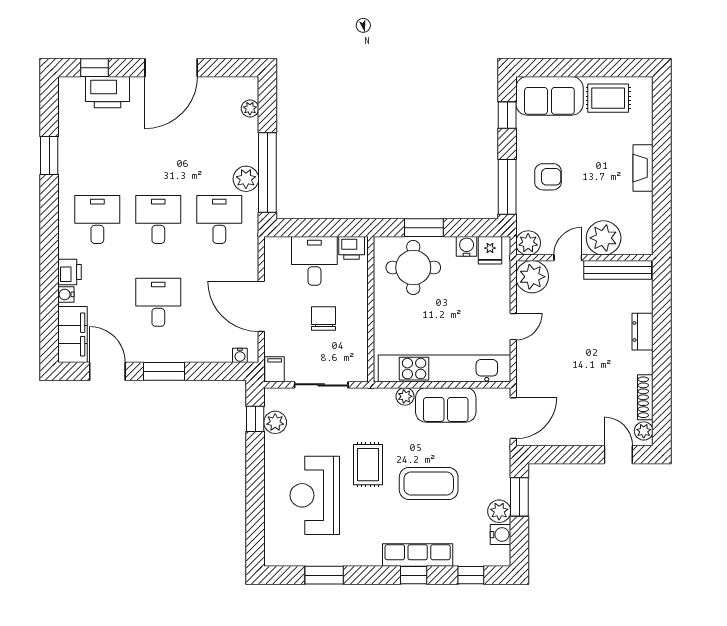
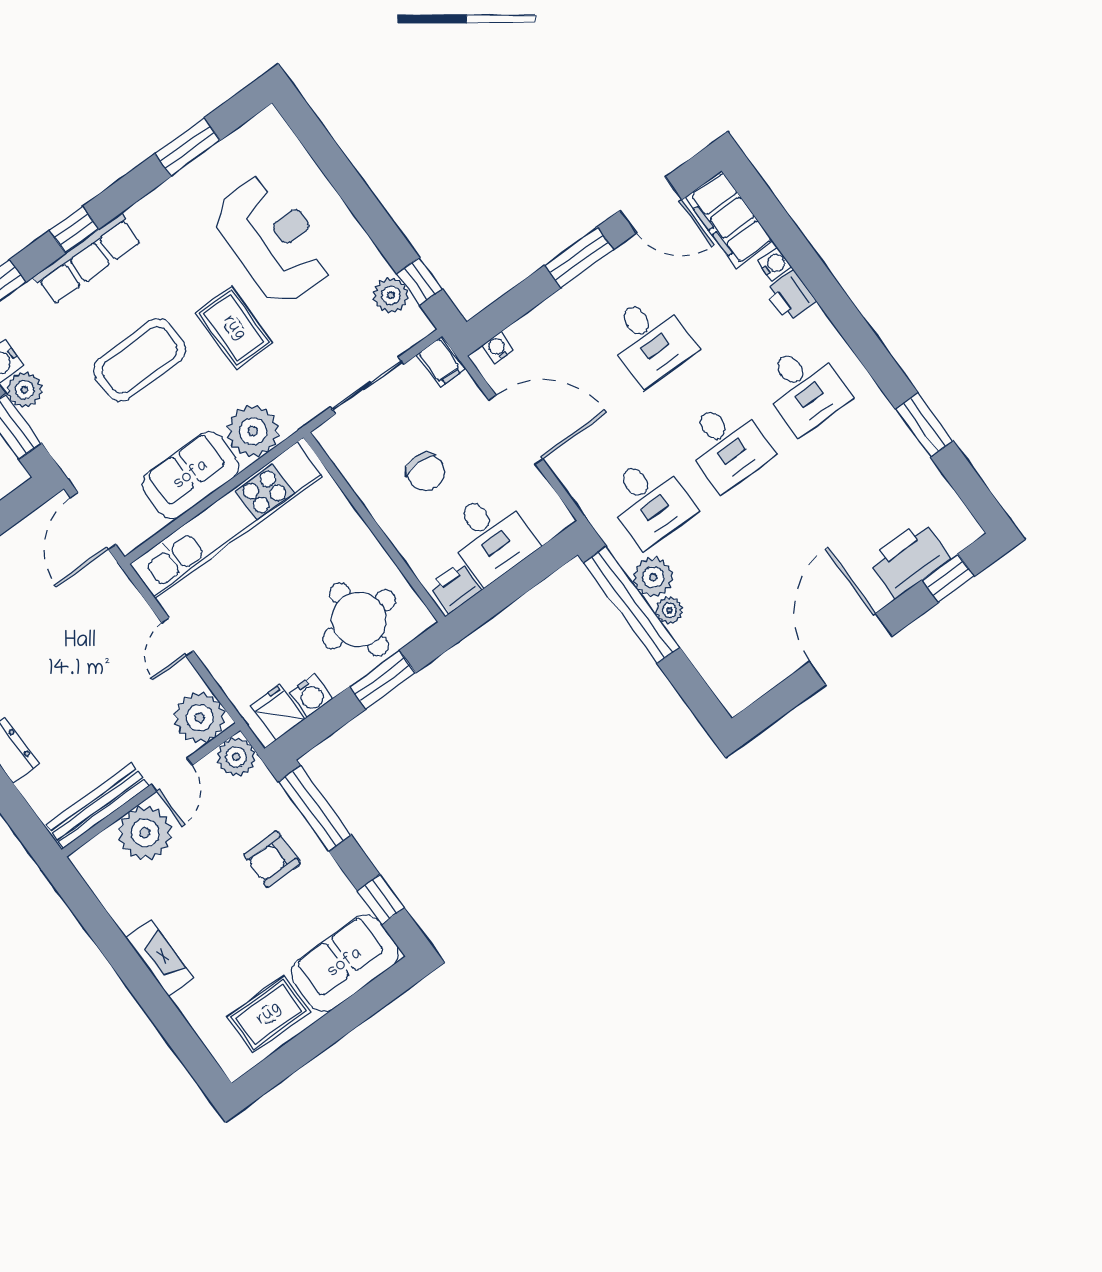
plant: (250, 109) -> (669, 610), moved
plant: (405, 396) -> (253, 431), width x1.88, depth x1.88

